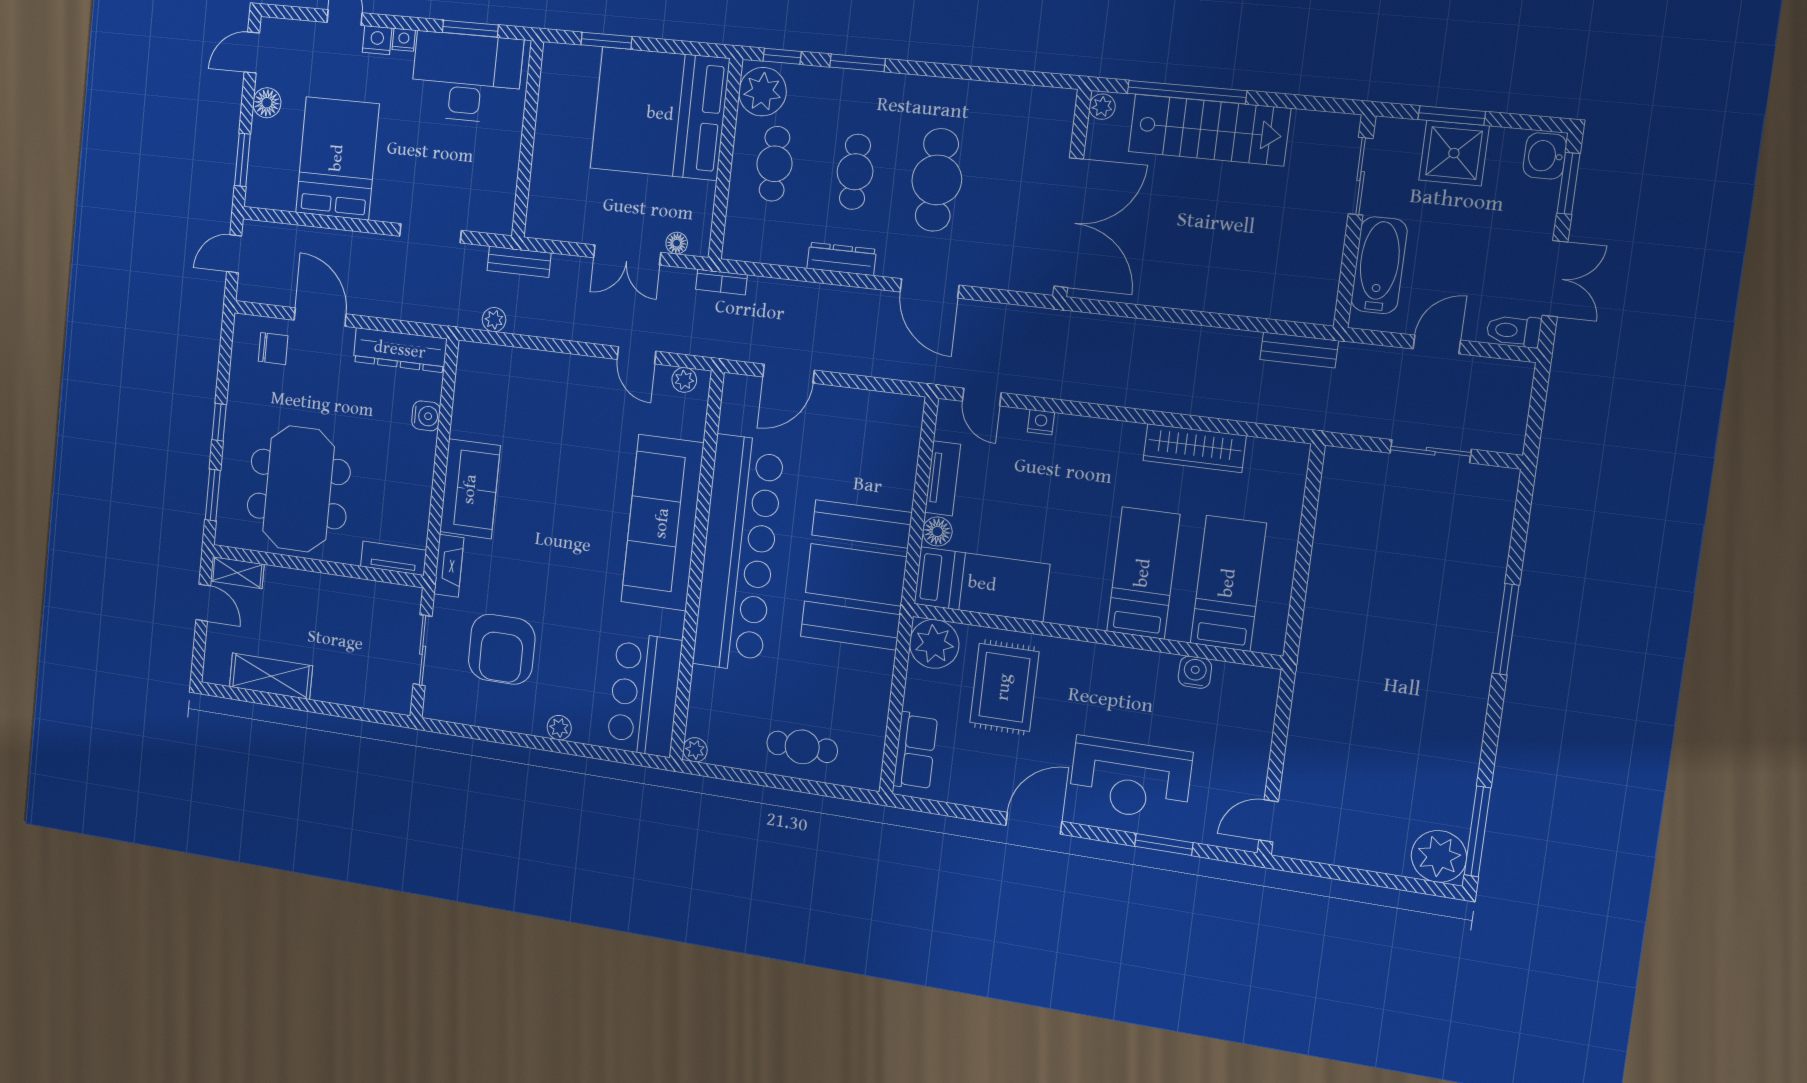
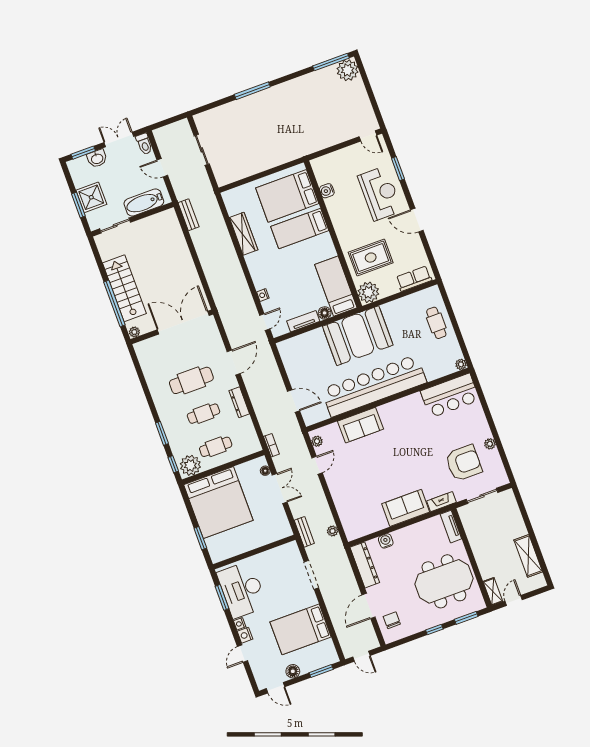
washbasin: (1545, 156) -> (97, 158), moved
sofa: (662, 523) -> (360, 425), width x0.54, depth x0.79
bed: (1228, 583) -> (287, 196), width x1.50
plant: (559, 728) -> (490, 444), moved

